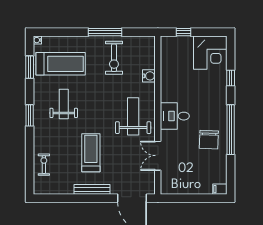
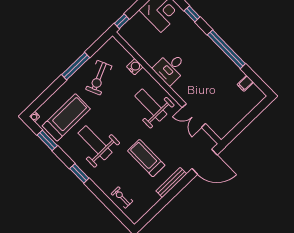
window: (184, 32) -> (122, 21), moved
exercise bike: (114, 58) -> (99, 78), turned 66
weight bench: (64, 104) -> (95, 143), width x1.36, depth x1.33
desk: (175, 116) -> (170, 68), moved
chair: (209, 140) -> (218, 71), removed
filing cabinet: (220, 189) -> (245, 83), moved

